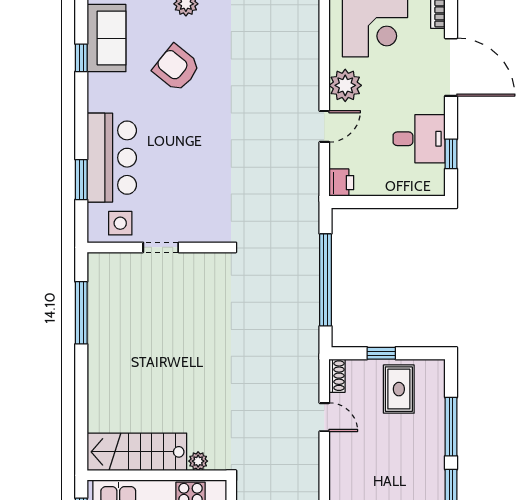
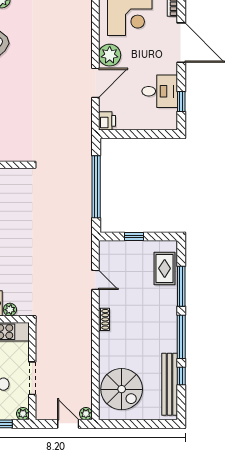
door: (324, 126) -> (95, 83), width x1.38
shoe rack: (337, 376) -> (104, 319), moved
rug: (399, 389) -> (165, 268), moved

